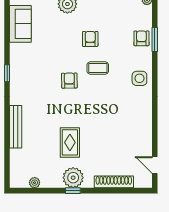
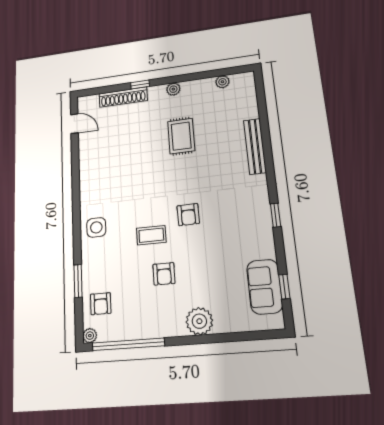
window: (7, 23) -> (284, 287), added
armchair: (141, 38) -> (101, 304), moved
plant: (73, 178) -> (173, 89), width x0.53, depth x0.53
window: (73, 191) -> (140, 85), moved

